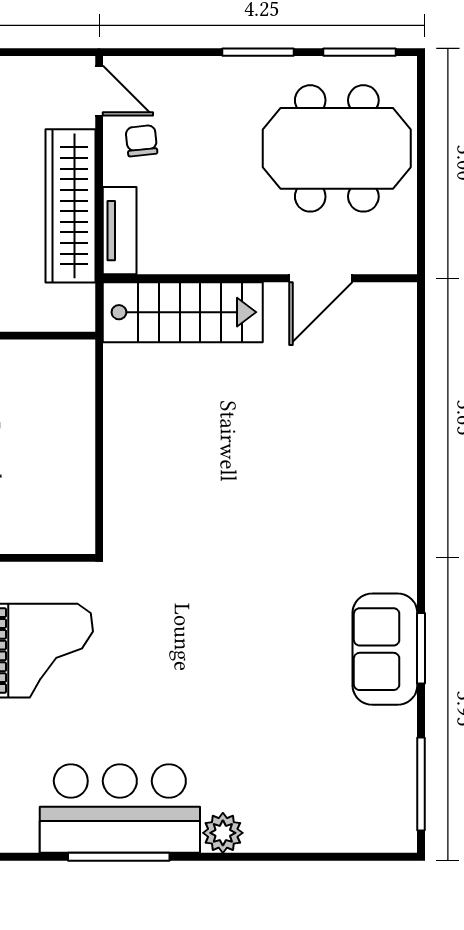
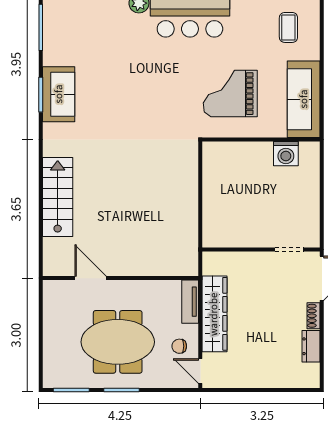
chair: (141, 141) -> (179, 346), turned 96
meeting table: (337, 148) -> (118, 342), moved
door: (321, 278) -> (90, 278), hinge flipped
stairs: (183, 312) -> (58, 197), moved, turned 90

